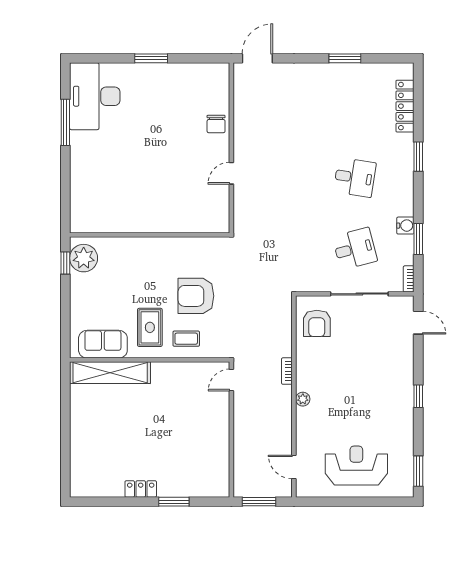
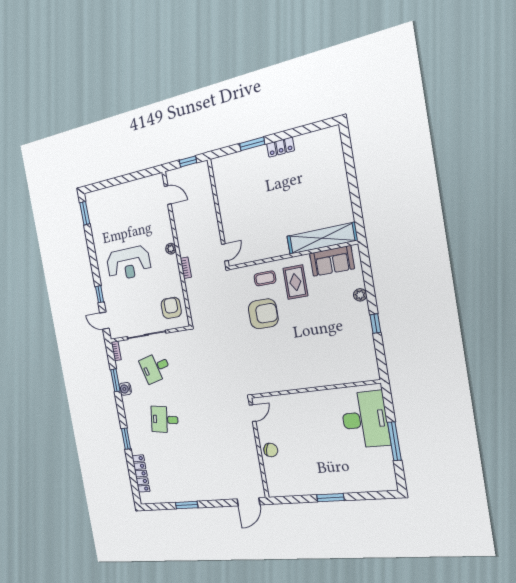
desk: (95, 96) -> (365, 420), moved
chair: (216, 124) -> (271, 450), turned 106
wall: (150, 235) -> (313, 389), moved
plant: (84, 258) -> (360, 295), moved, width x0.53, depth x0.53
window: (418, 396) -> (100, 294), moved
reception desk: (356, 466) -> (128, 263), moved
window: (259, 502) -> (188, 161), width x0.67

